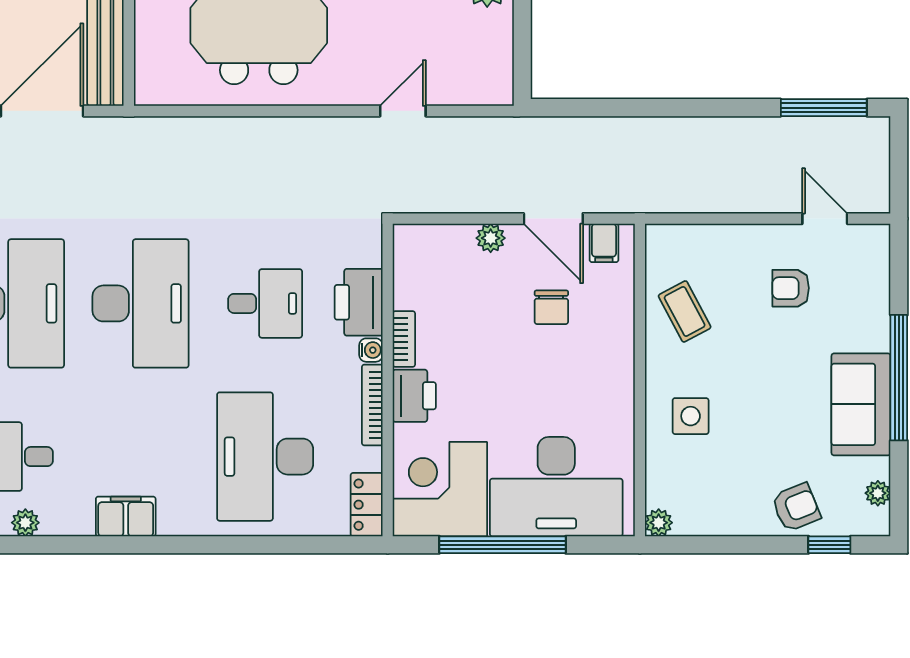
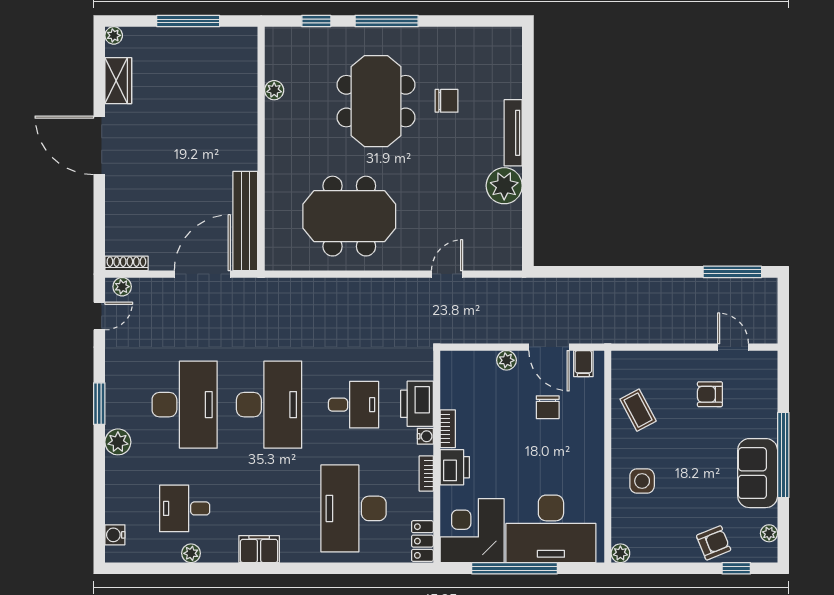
bookcase: (372, 405) -> (426, 473), width x0.64

